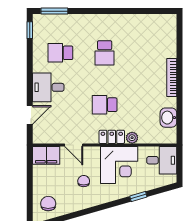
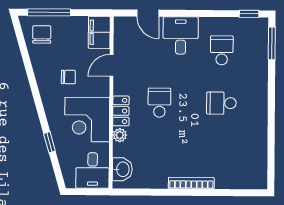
washbasin: (168, 118) -> (122, 169), moved, turned 90
window: (30, 198) -> (49, 12), added
chair: (48, 204) -> (42, 34), turned -90

